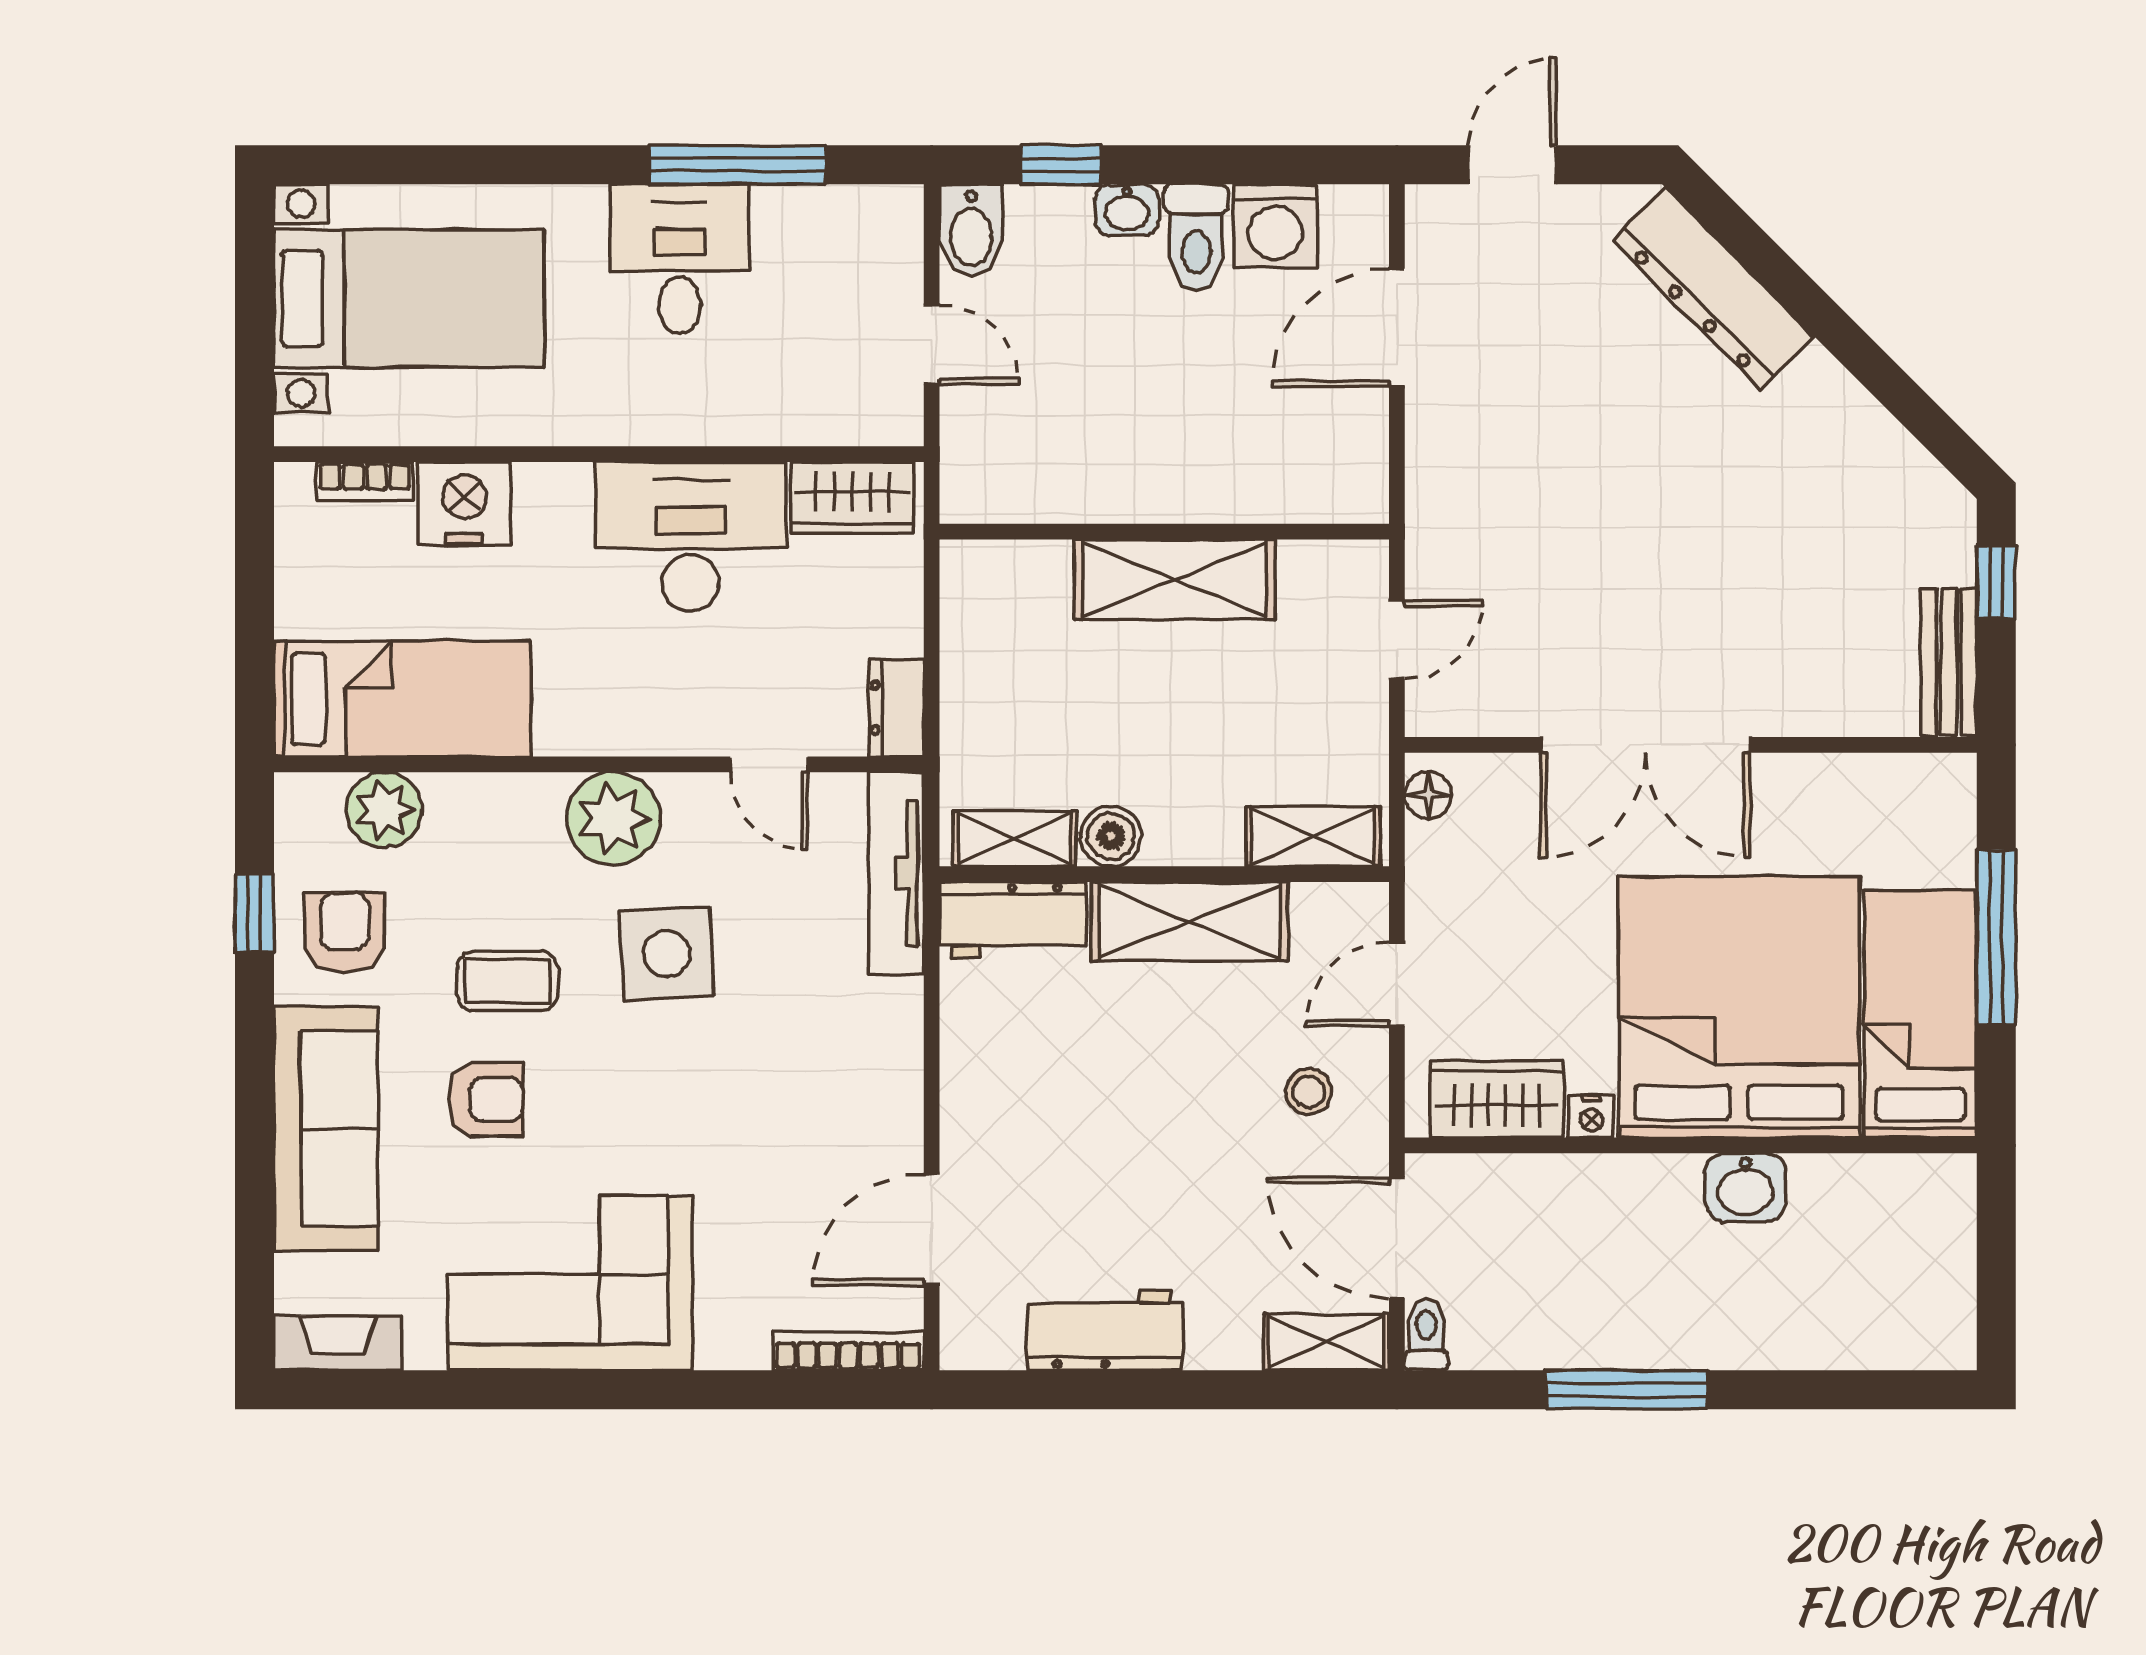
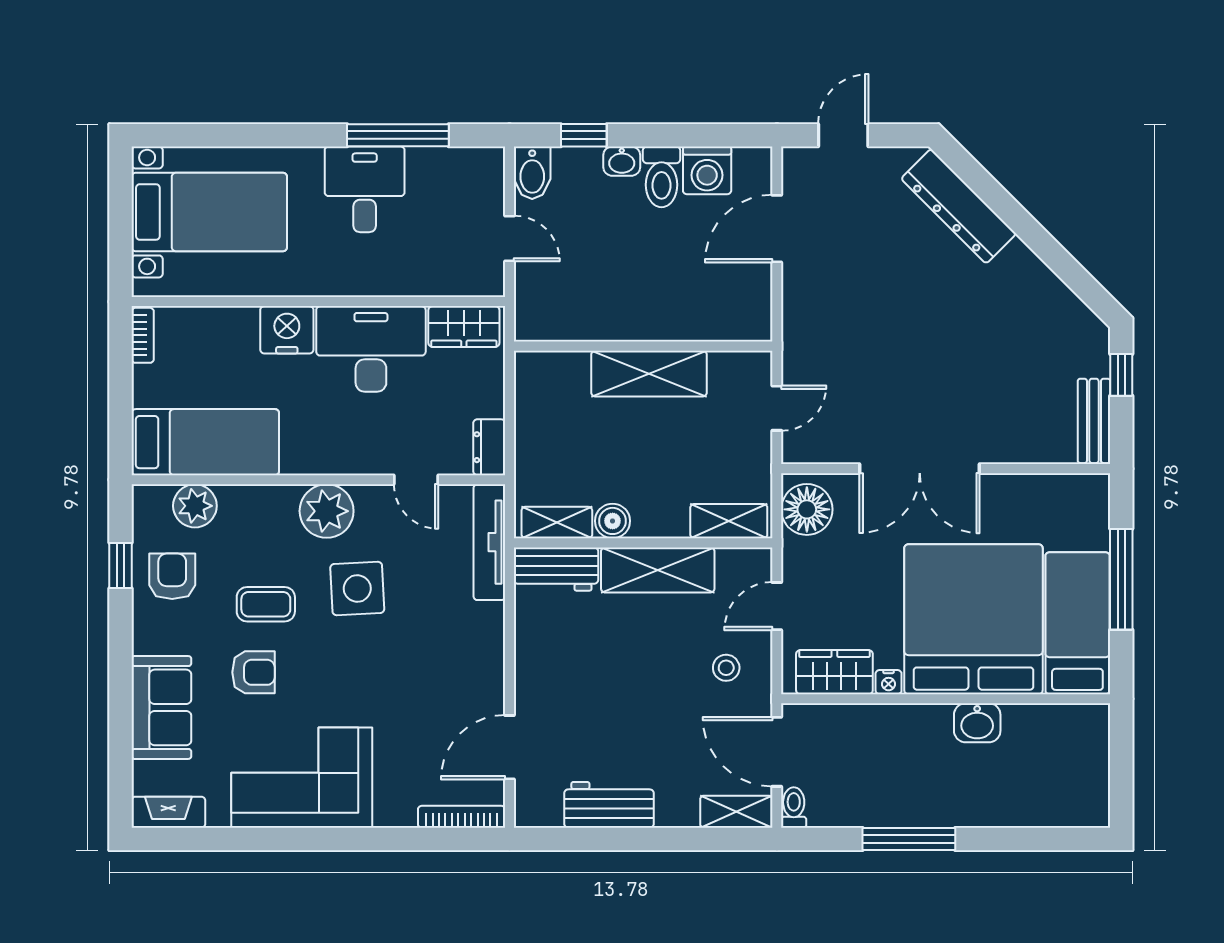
bookcase: (365, 481) -> (143, 335), moved, turned -90
nightstand: (464, 503) -> (287, 330), moved
floor lamp: (1428, 795) -> (807, 509), width x1.89, depth x1.89
sofa: (326, 1128) -> (161, 707), width x0.73

